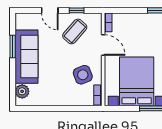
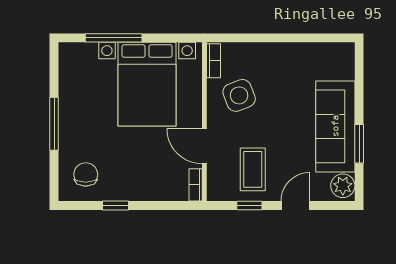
door: (50, 10) -> (295, 205), hinge flipped
coffee table: (75, 31) -> (253, 169), turned -41
plant: (22, 91) -> (343, 186), moved

